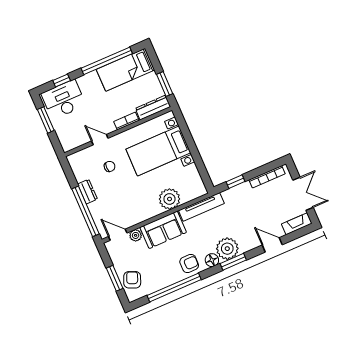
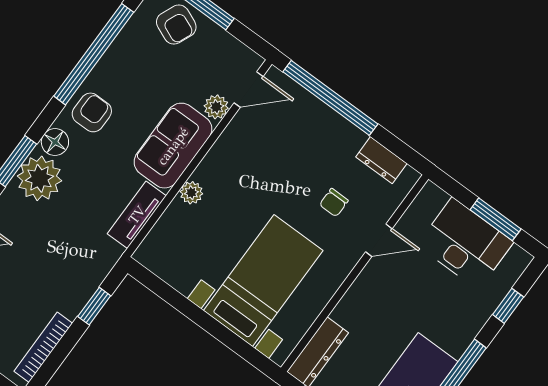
desk: (64, 99) -> (465, 243), moved, turned -90
bookcase: (126, 121) -> (351, 301), removed
dresser: (87, 192) -> (381, 160), moved
plant: (169, 199) -> (191, 193), width x0.53, depth x0.53
tv unit: (201, 207) -> (137, 215), width x0.71
armchair: (189, 263) -> (92, 112), turned 180

